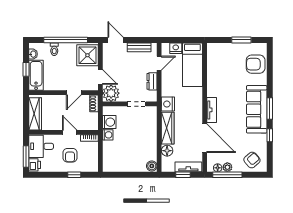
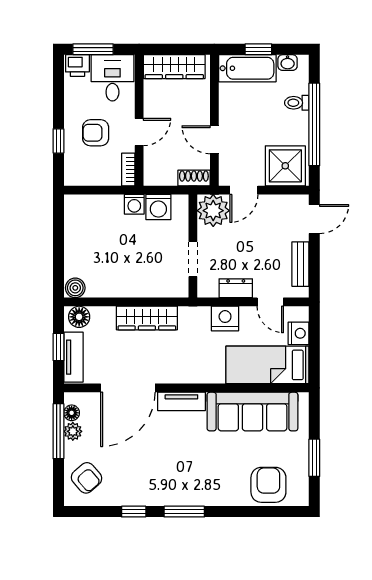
nightstand: (168, 104) -> (225, 319), moved
sofa: (257, 109) -> (252, 412), moved, turned 180
floor lamp: (167, 151) -> (79, 317), moved

